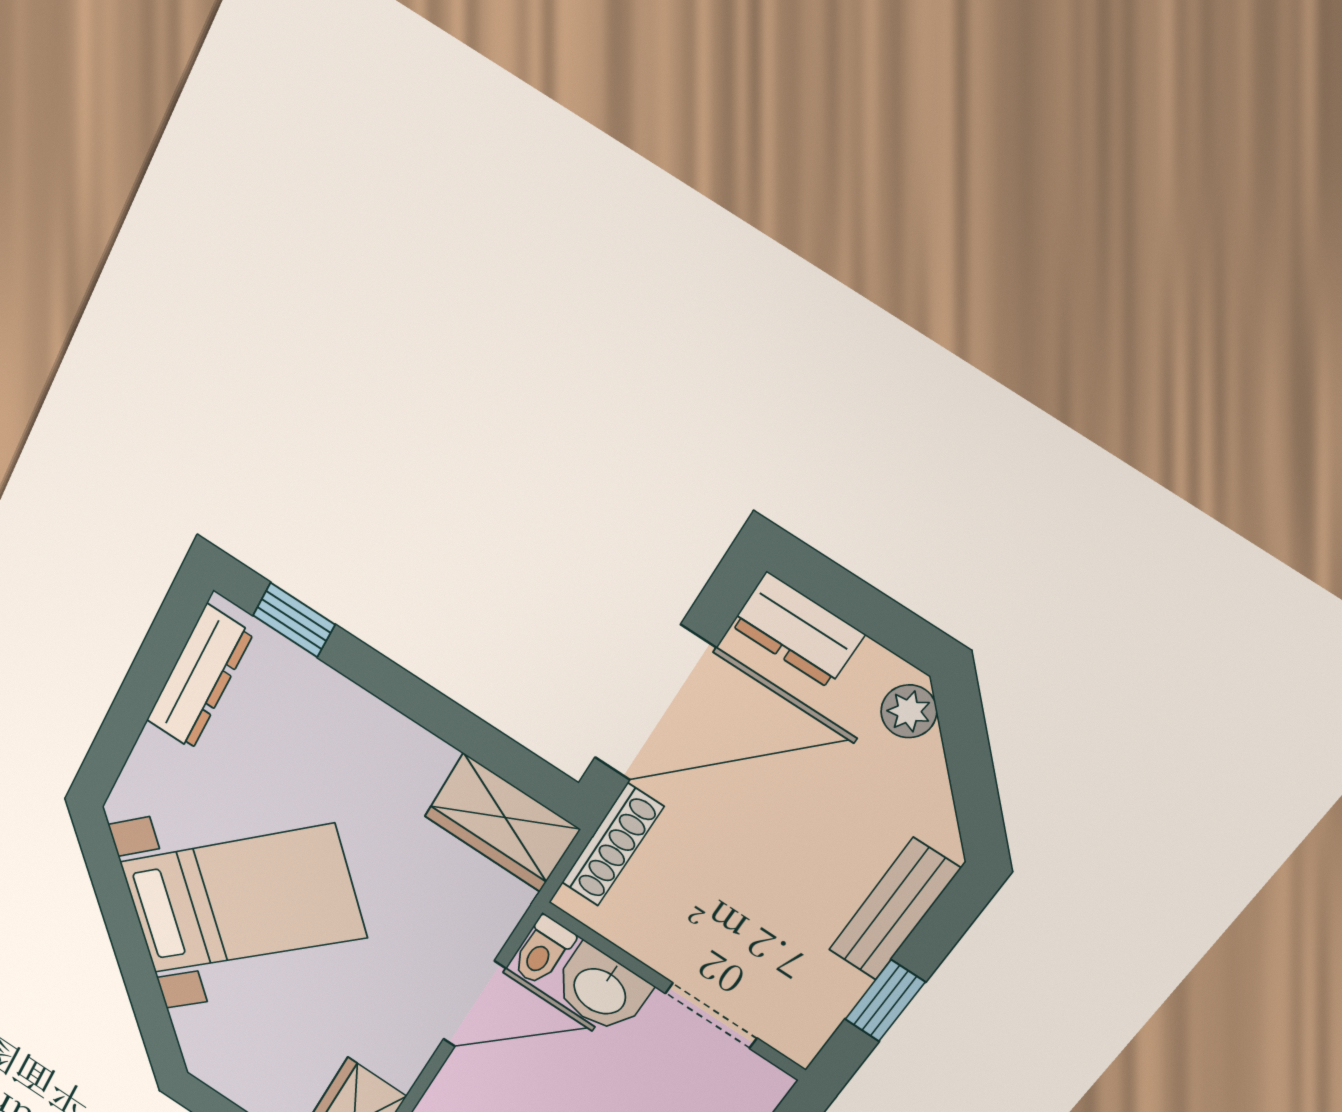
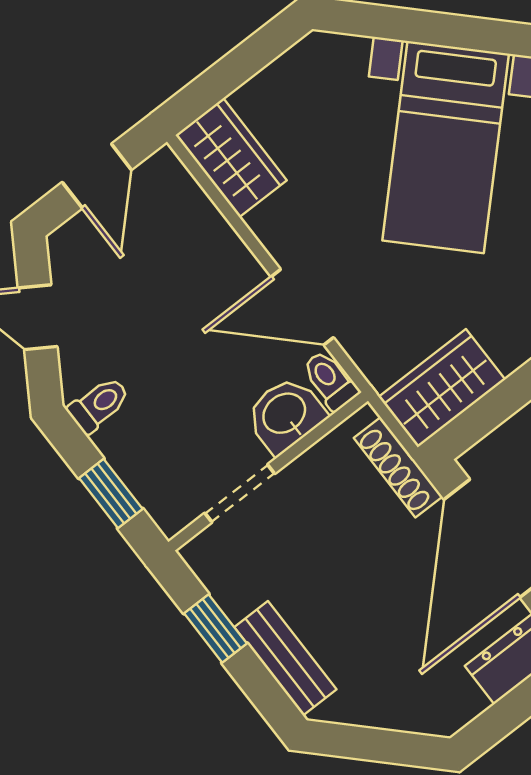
plant: (909, 711) -> (430, 716), removed
door: (474, 1004) -> (302, 307), hinge flipped

